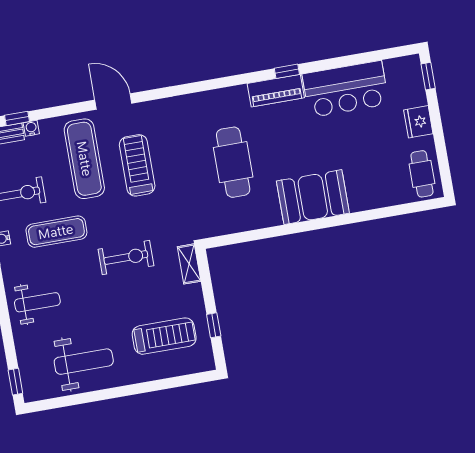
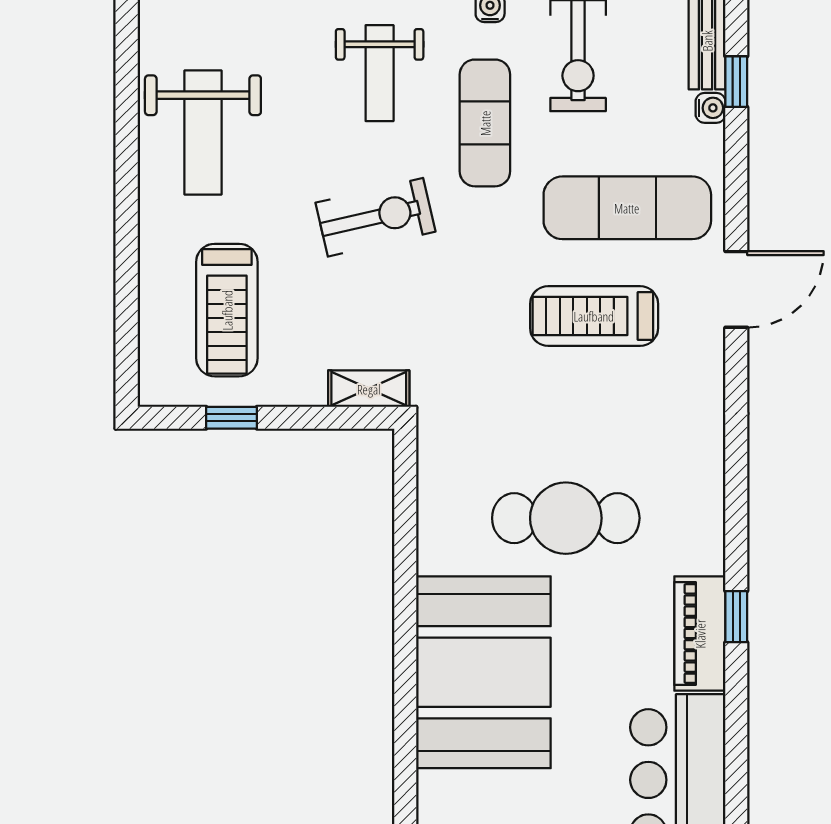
window: (287, 71) -> (736, 617), moved
treadmill: (137, 165) -> (594, 316), turned 180
booth: (313, 197) -> (483, 672), width x1.36, depth x1.42
exercise bike: (126, 257) -> (375, 217), moved, turned -103
weight bench: (37, 302) -> (380, 73), moved

